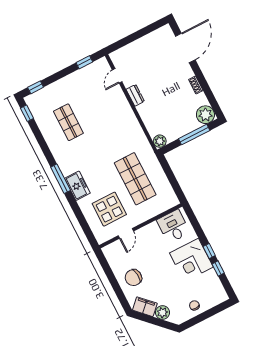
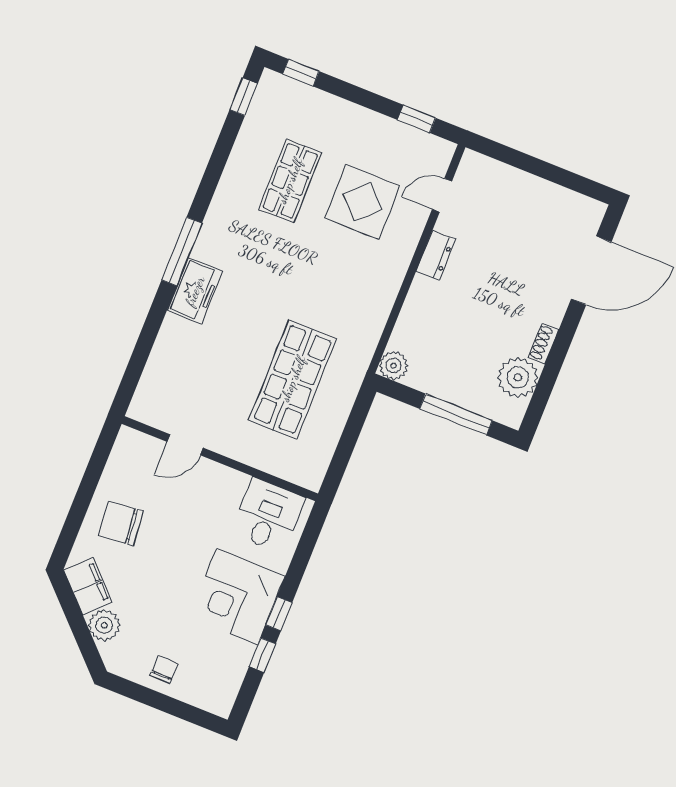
plant: (205, 115) -> (518, 377), moved
display table: (109, 209) -> (362, 202), moved

